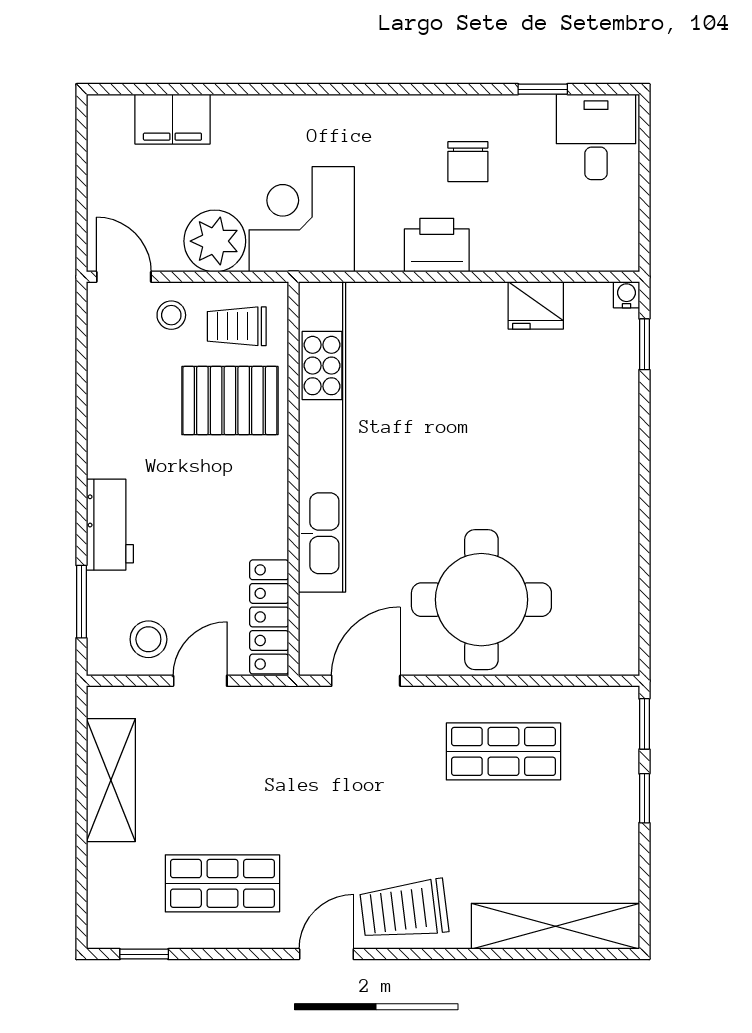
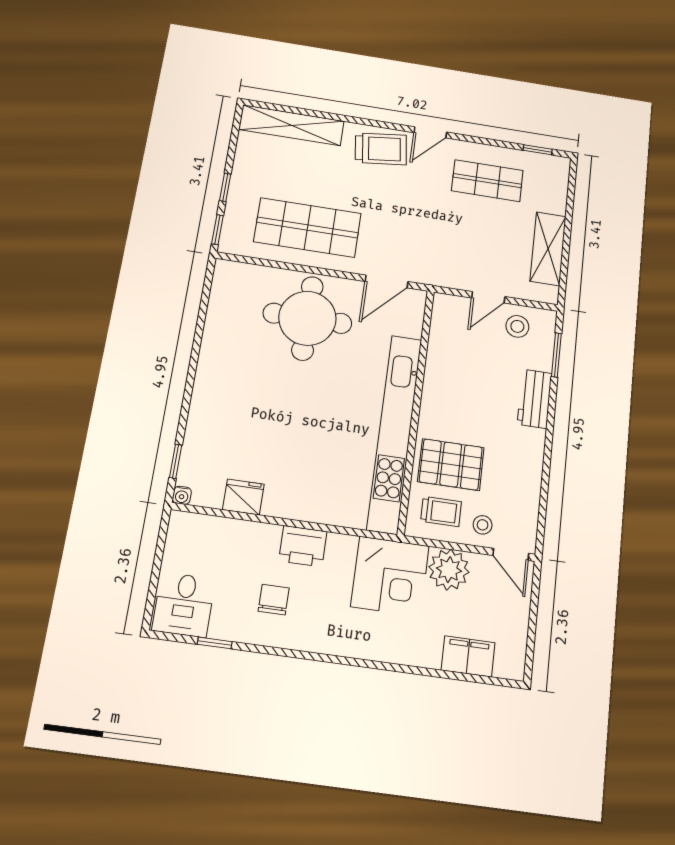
locker: (269, 617) -> (441, 328), removed
shop shelf: (503, 751) -> (307, 228), width x1.43, depth x1.36

